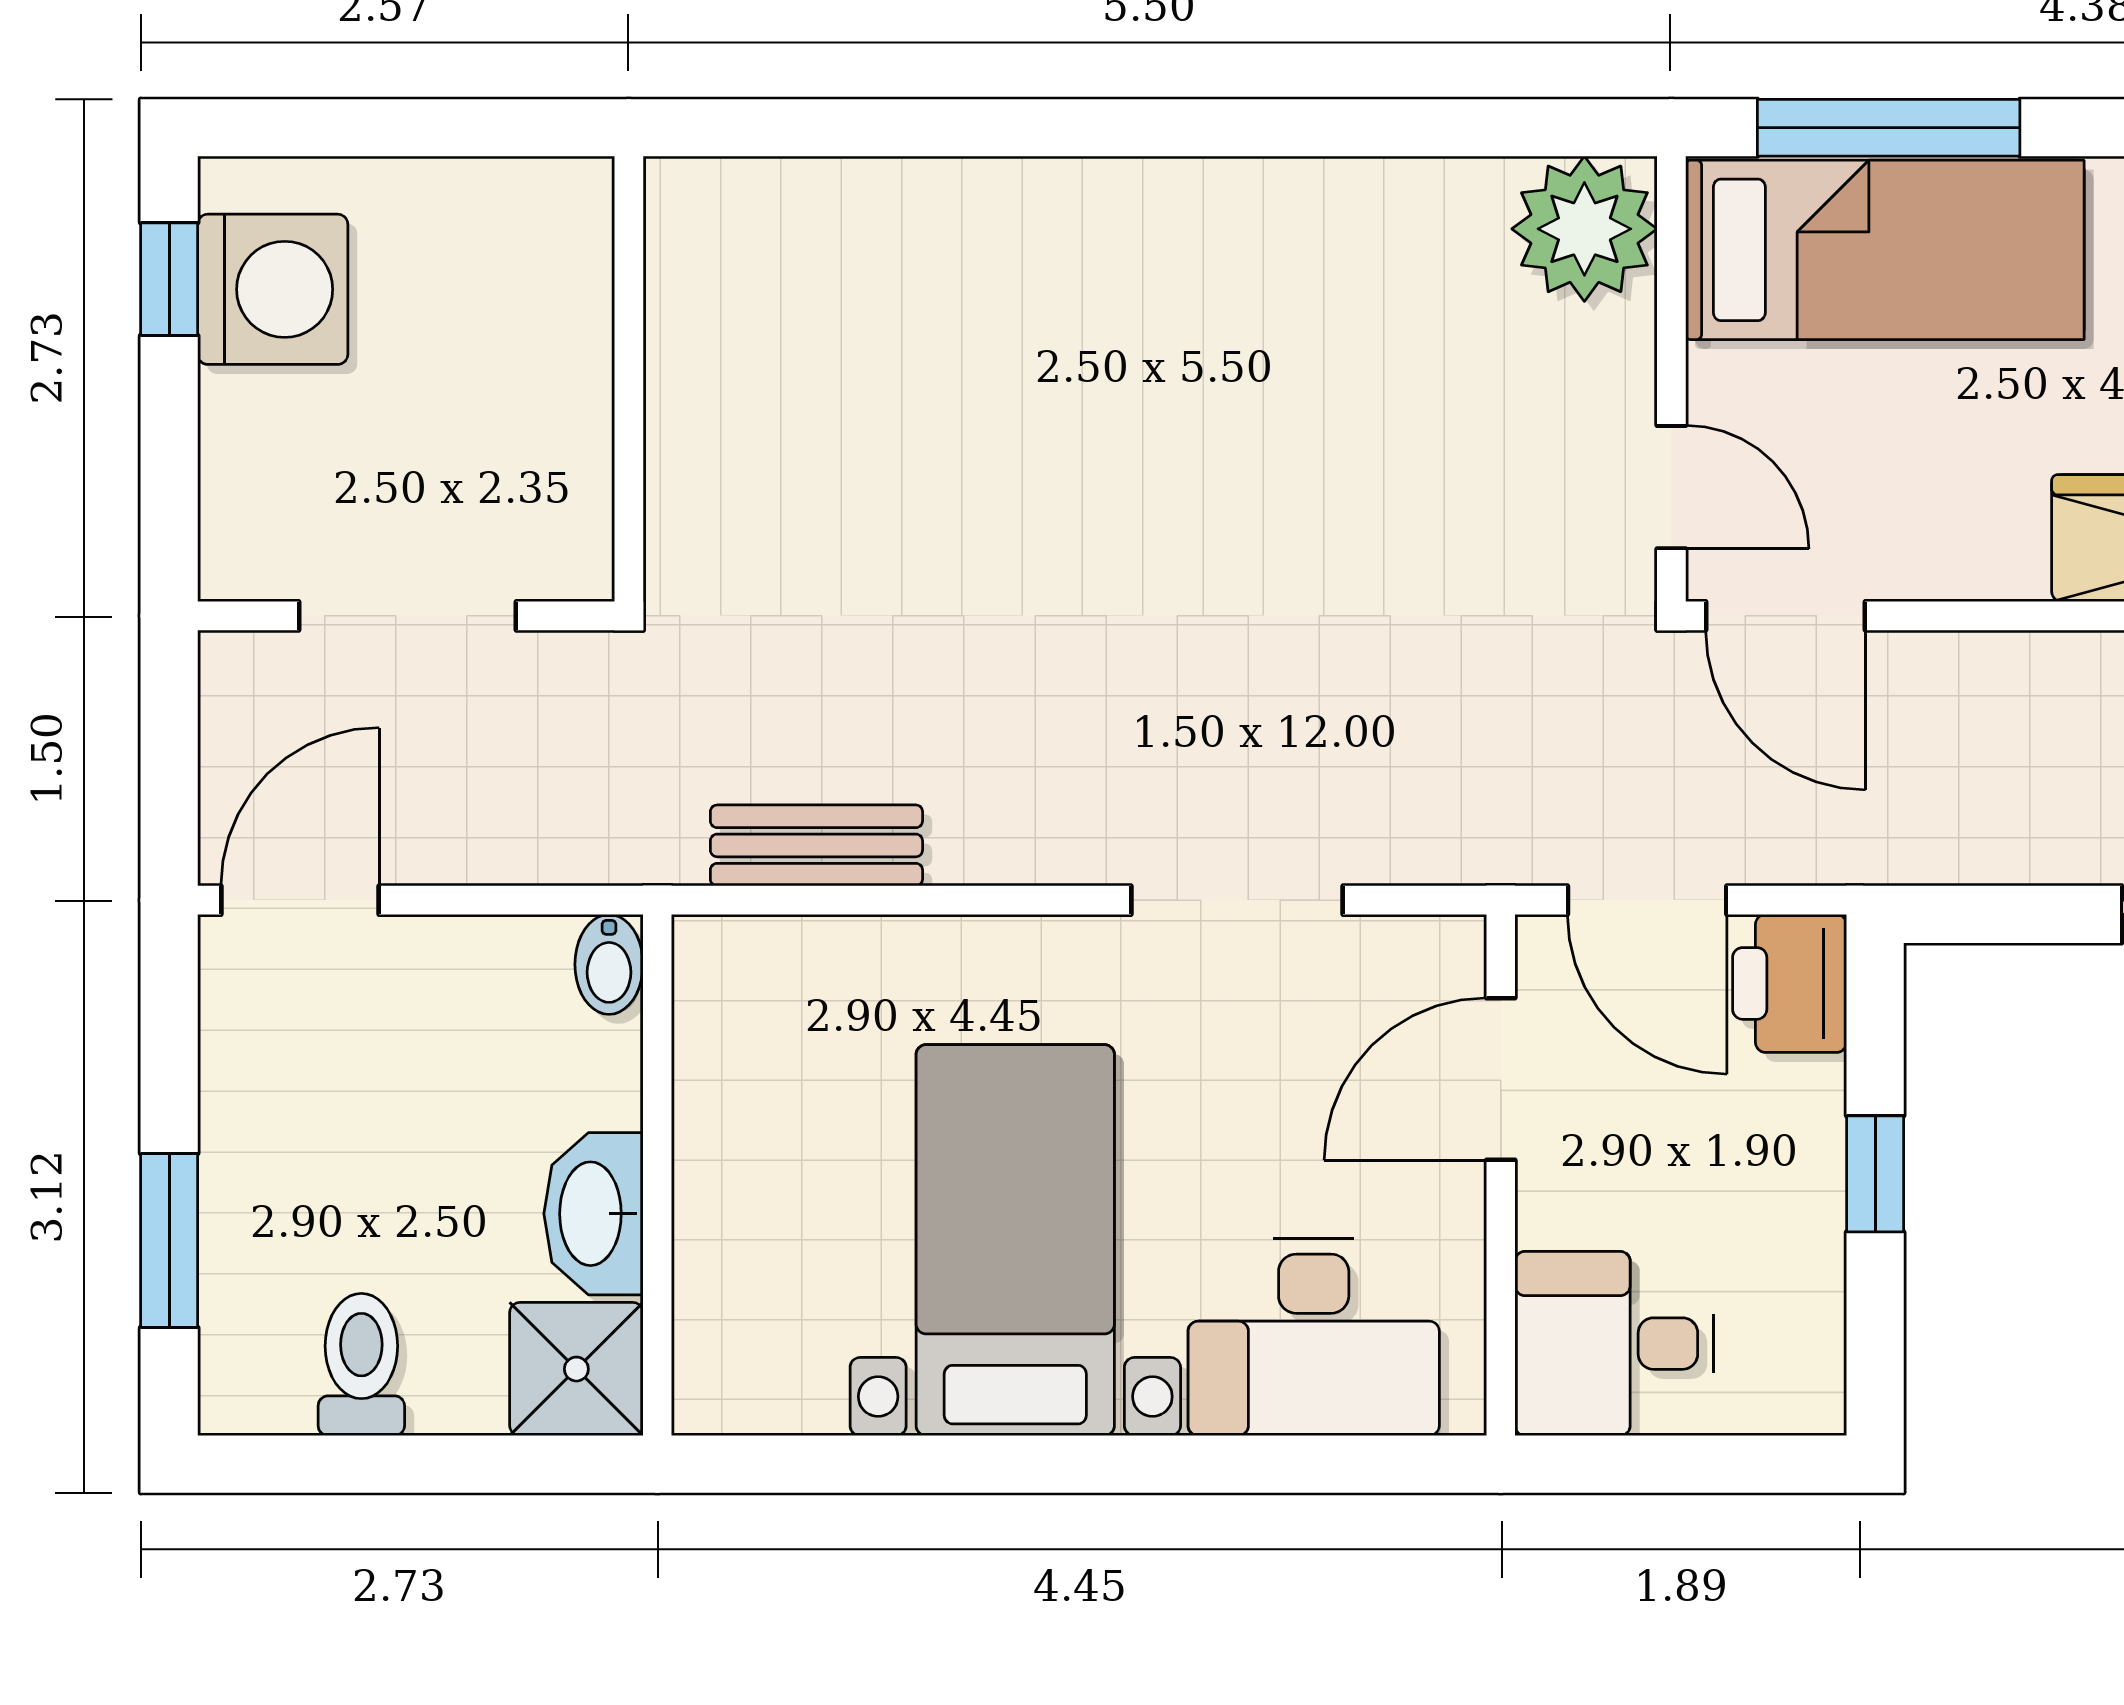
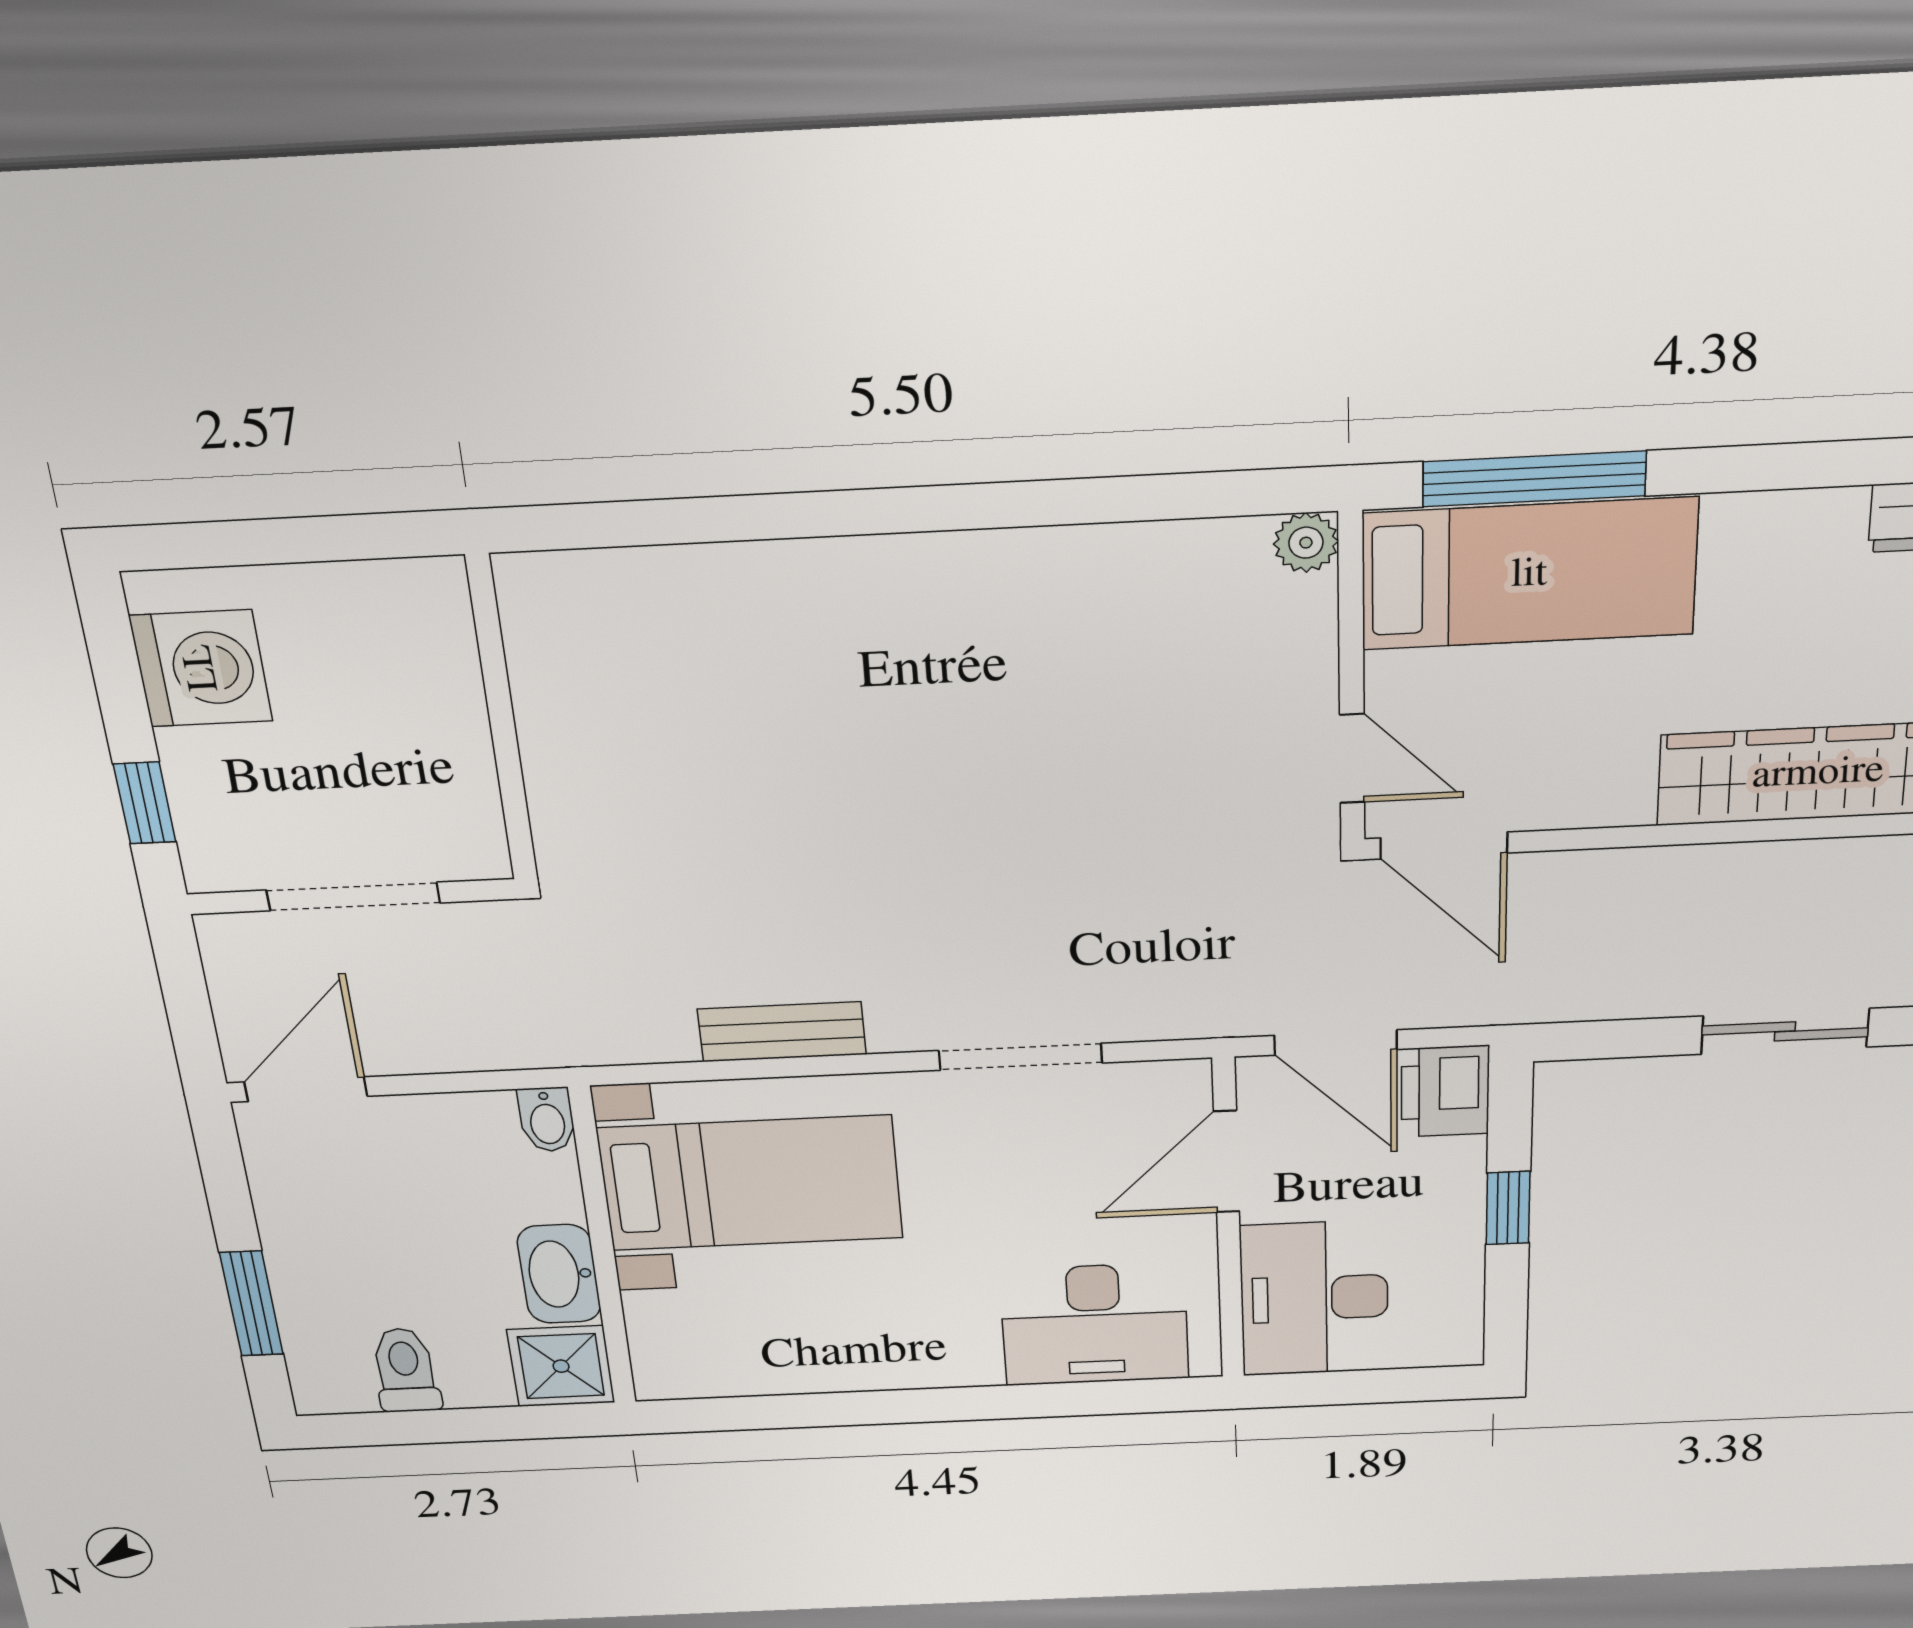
plant: (1584, 229) -> (1306, 543), width x0.53, depth x0.53
window: (169, 279) -> (145, 803), moved
bench: (816, 845) -> (782, 1032), moved
bed with nightstands: (1015, 1240) -> (751, 1183), moved, turned 90
desk: (1614, 1344) -> (1314, 1298), width x1.37

